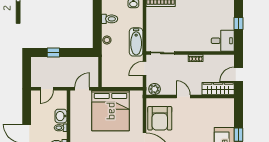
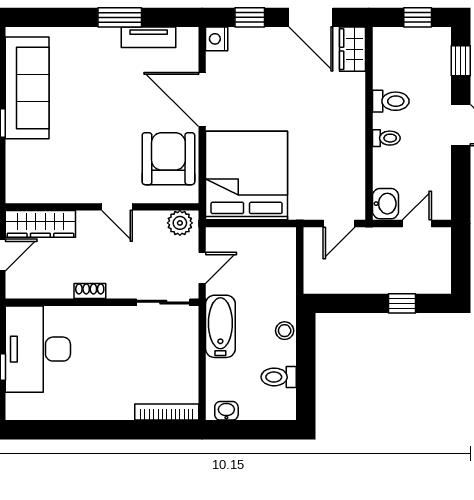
desk: (223, 41) -> (38, 349), width x1.87, depth x1.30
bed: (111, 111) -> (247, 175), moved
washbasin: (61, 116) -> (385, 204), moved

